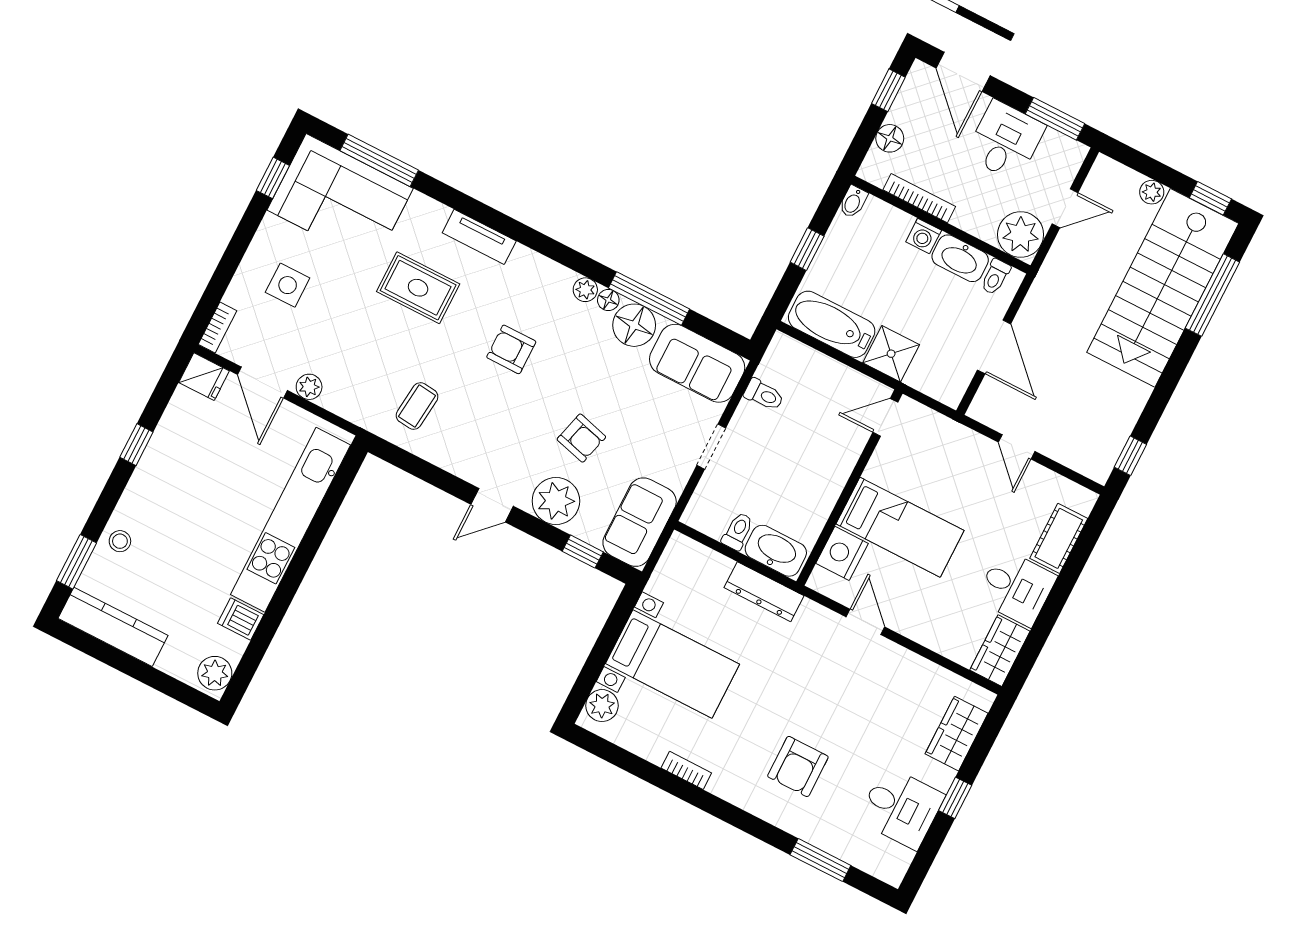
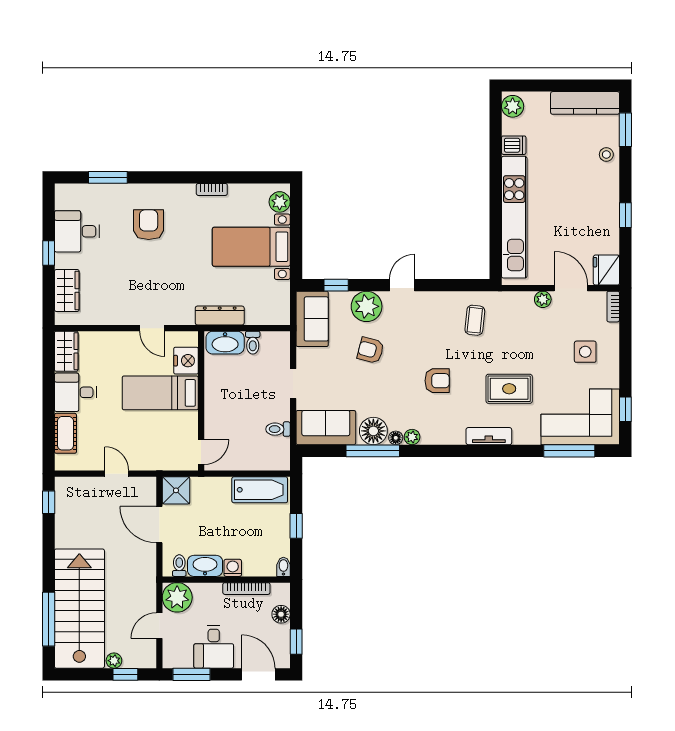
window: (1210, 198) -> (125, 674), moved
shower: (891, 354) -> (176, 490), moved
fridge: (204, 377) -> (606, 270), width x1.38

